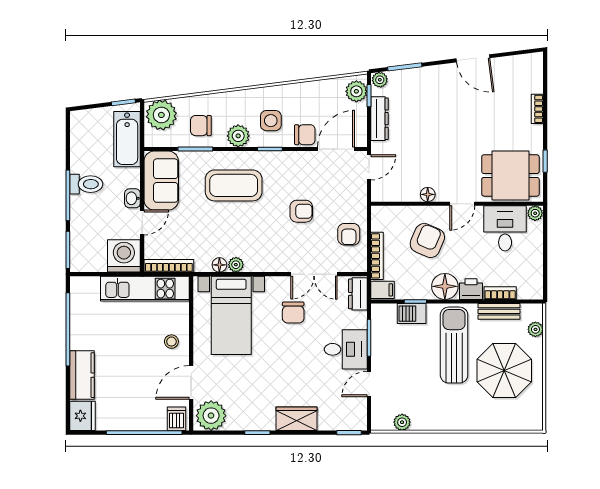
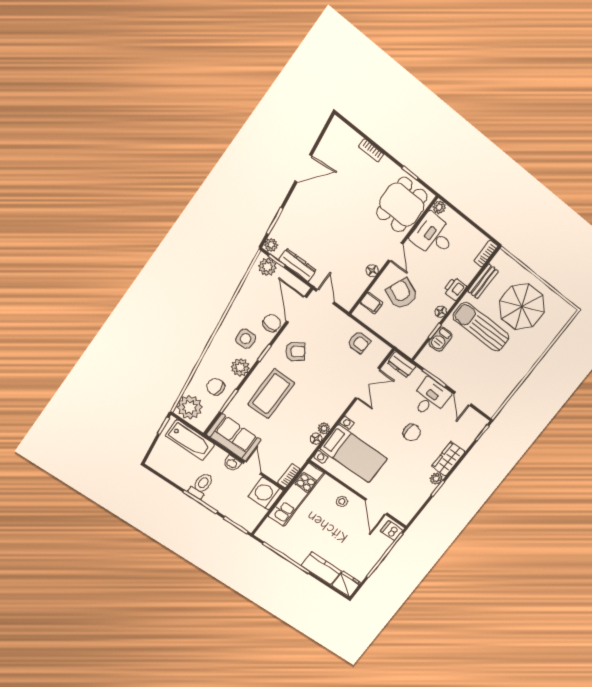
chair: (201, 126) -> (215, 387), turned 90
armchair: (301, 211) -> (295, 352), moved, turned 54
bookcase: (377, 256) -> (387, 334), removed
bookcase: (169, 266) -> (289, 476), width x0.64
floor lamp: (445, 286) -> (441, 312), width x0.53, depth x0.53
filing cabinet: (383, 290) -> (371, 303), moved, turned 90
bookcase: (500, 293) -> (486, 254), moved
chair: (293, 313) -> (412, 433), moved
plant: (535, 329) -> (513, 266), removed
plant: (211, 416) -> (436, 479), moved, width x0.53, depth x0.53
plant: (402, 422) -> (502, 396), removed

